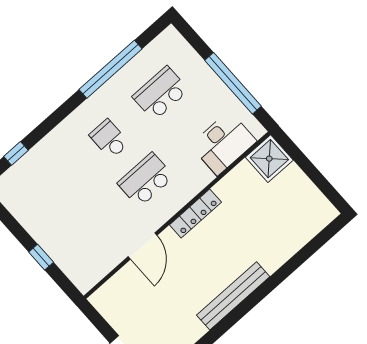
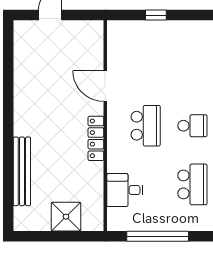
desk: (223, 143) -> (125, 190), width x0.73
shower: (269, 159) -> (66, 217), moved
bench: (233, 296) -> (22, 171), moved

